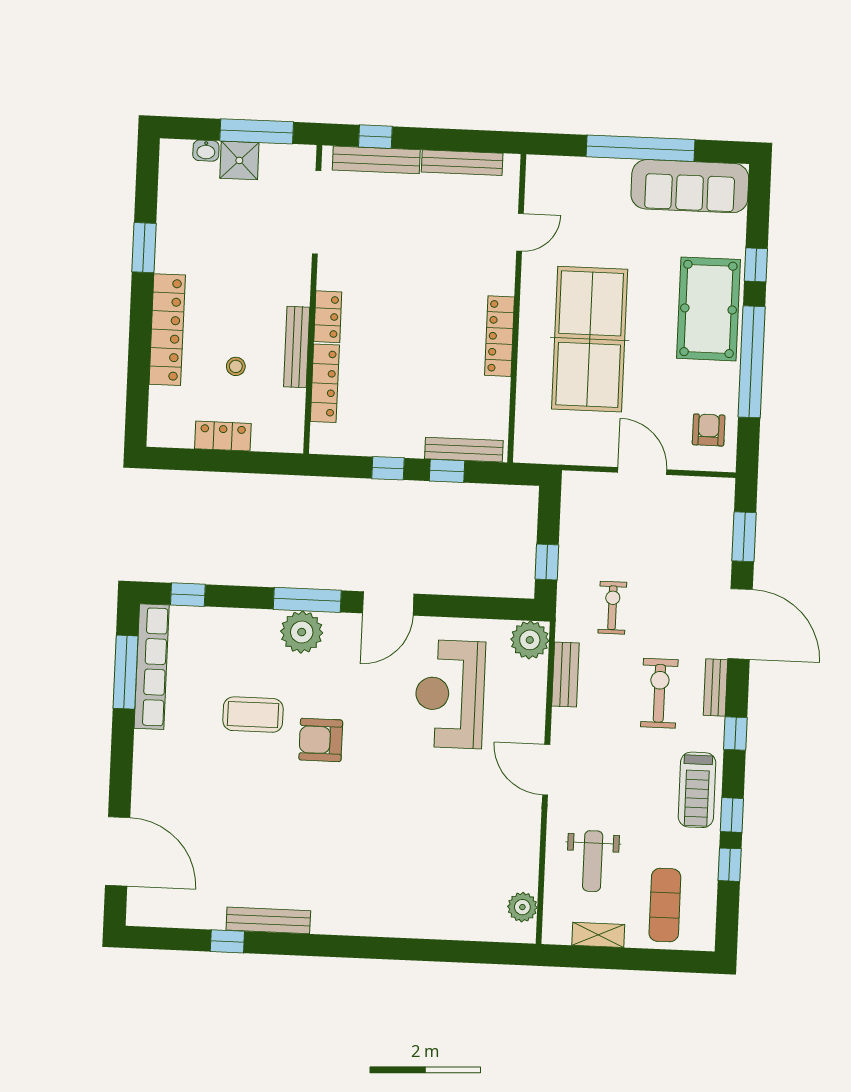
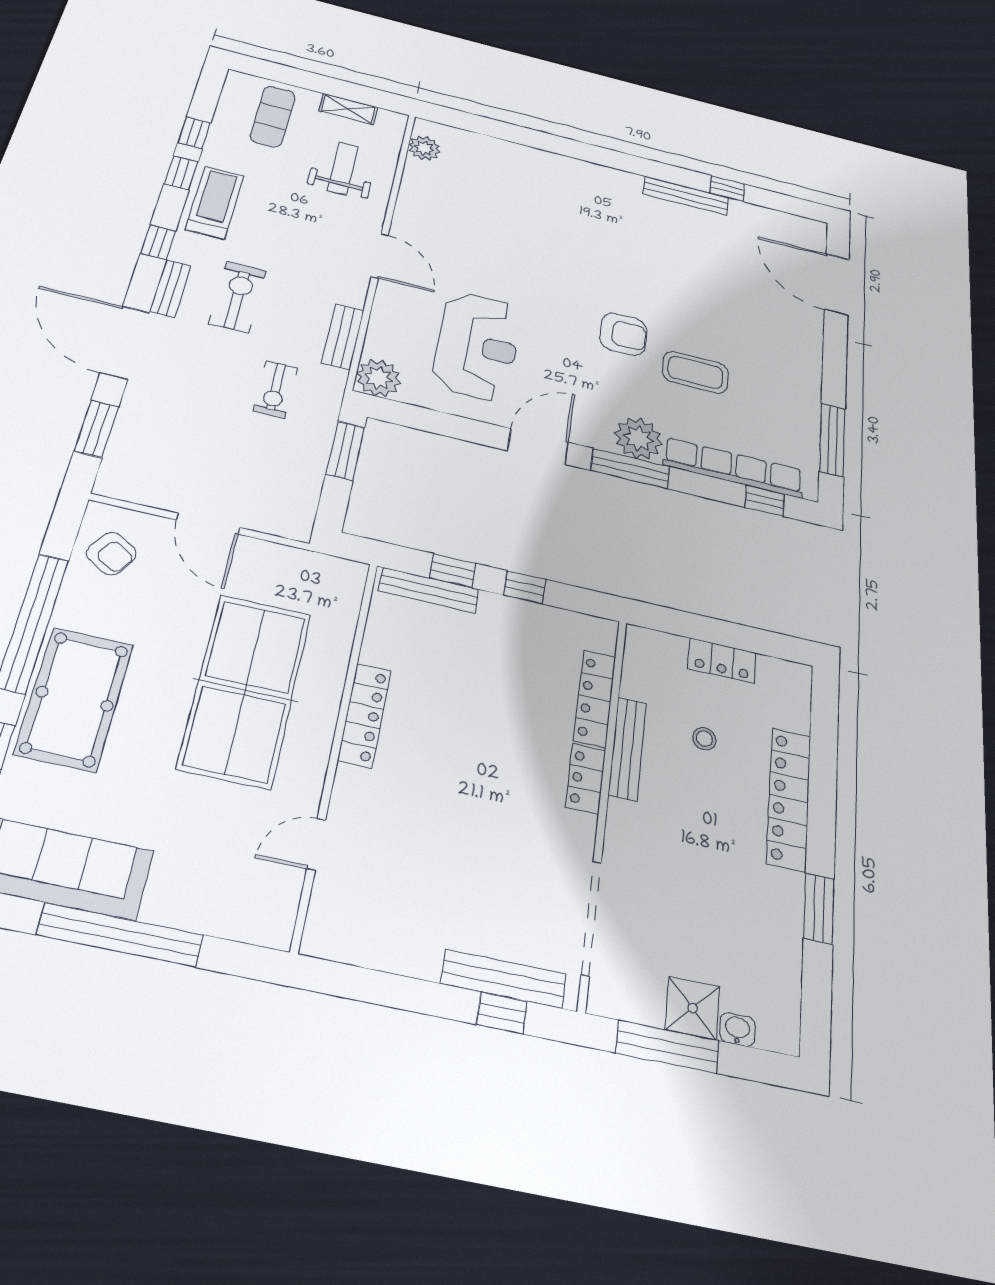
bench: (462, 163) -> (383, 955), removed
armchair: (709, 430) -> (111, 554), turned -58
window: (547, 562) -> (345, 451), width x1.50
row of seats: (152, 667) -> (734, 468), moved, turned 90
exercise bike: (659, 693) -> (238, 297), turned 180

